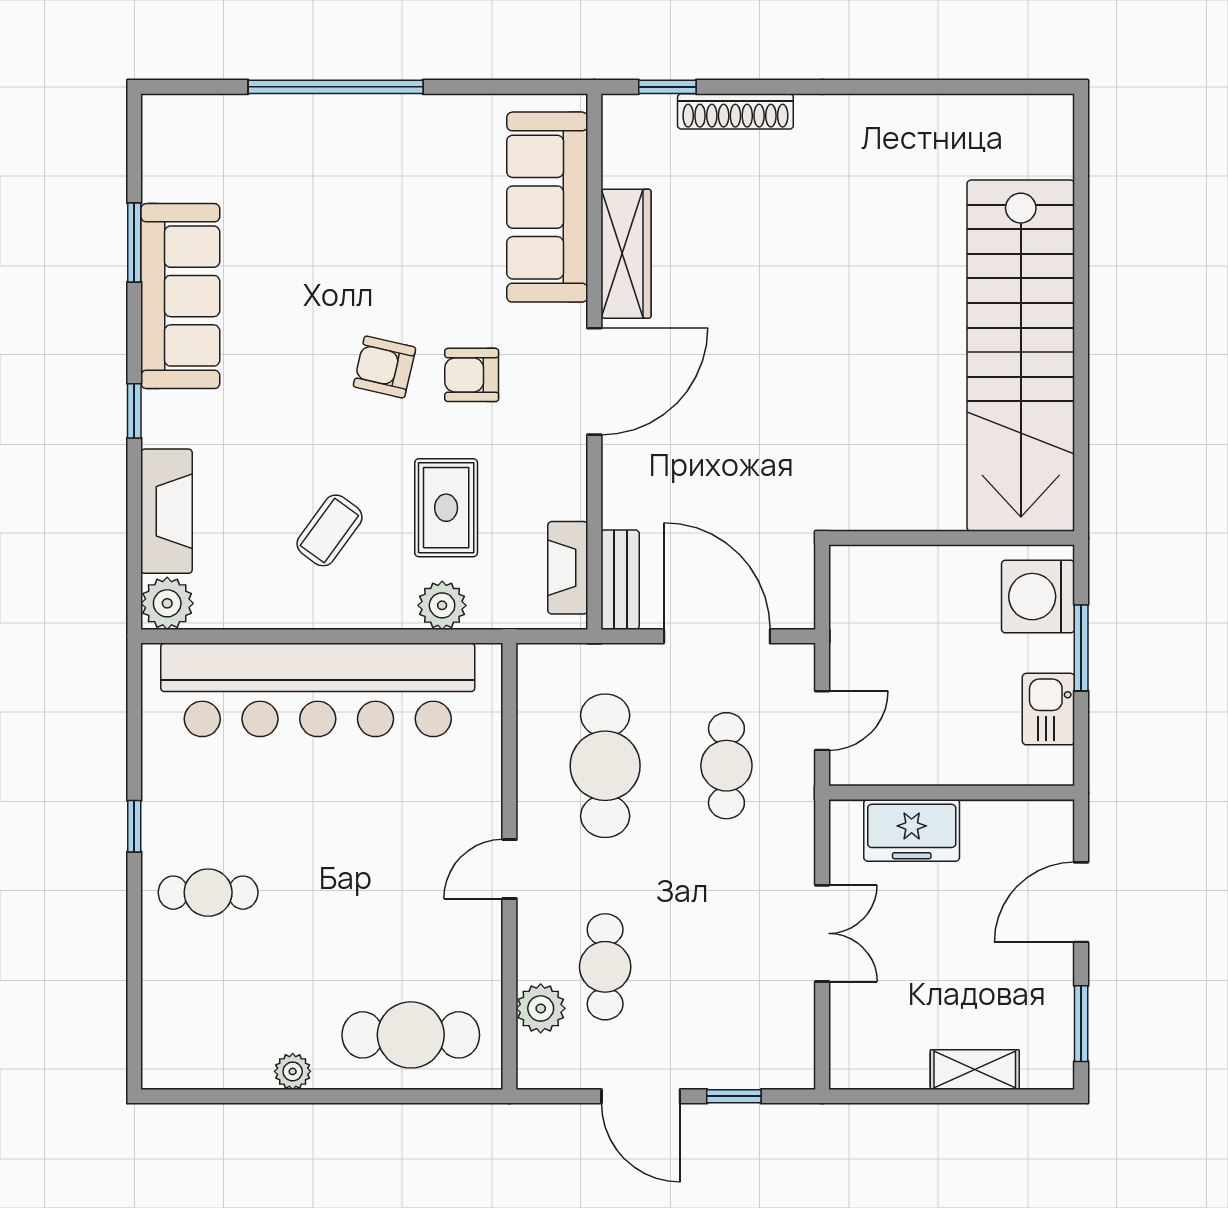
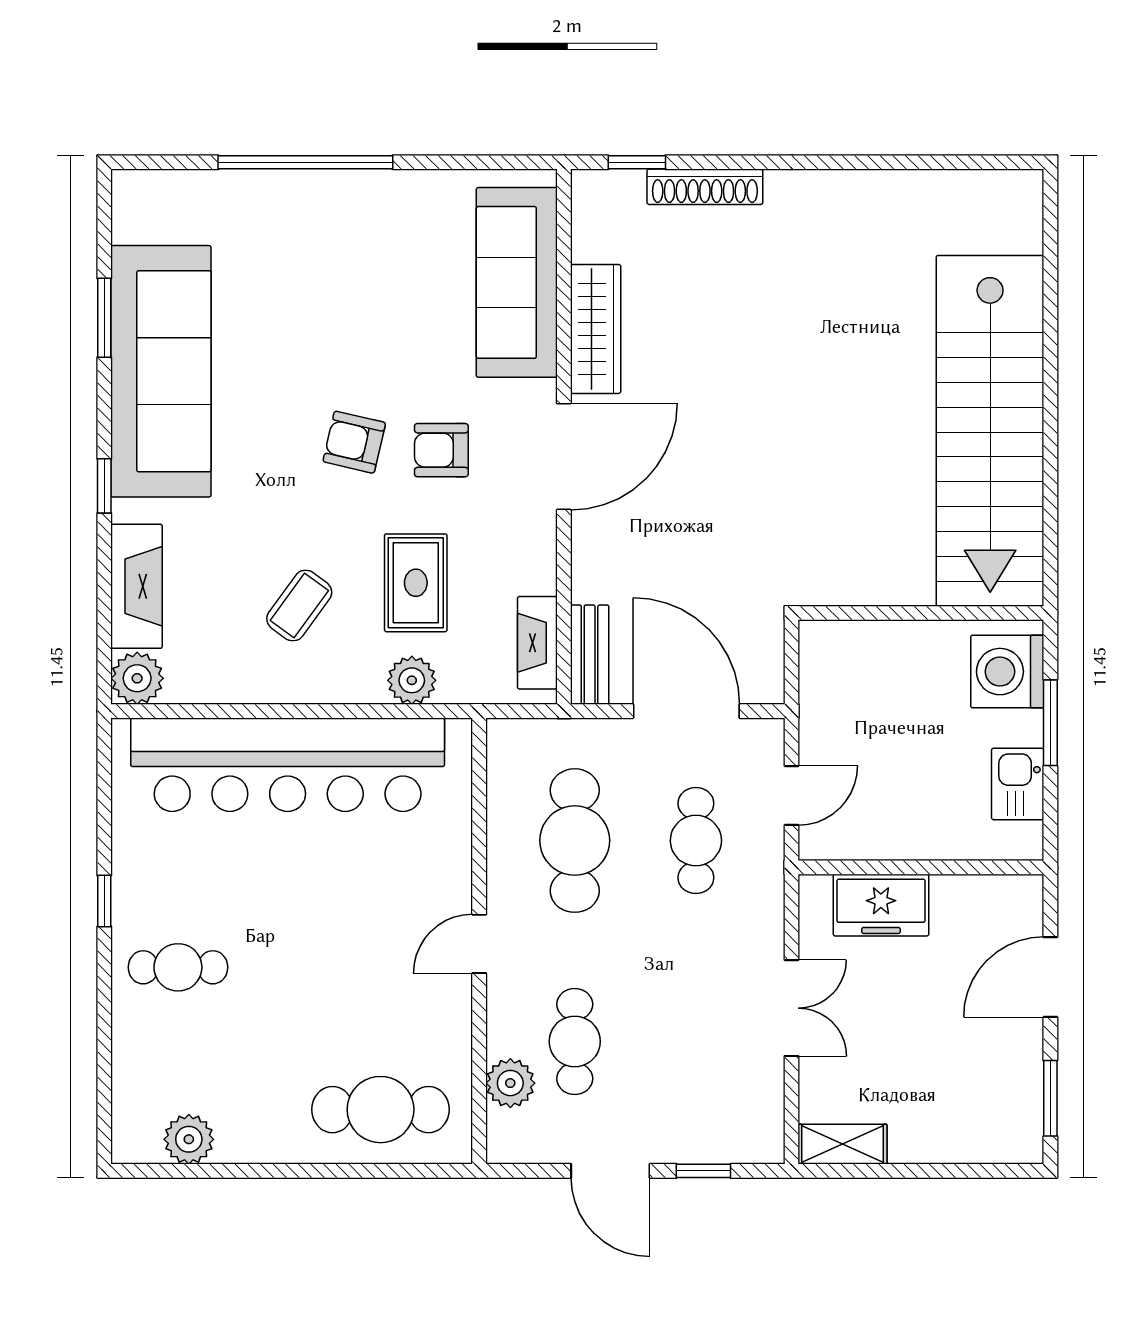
sofa: (180, 296) -> (161, 371), width x1.36, depth x1.27
shelving: (975, 1070) -> (843, 1144), moved
plant: (293, 1071) -> (189, 1139), moved, width x1.38, depth x1.38

